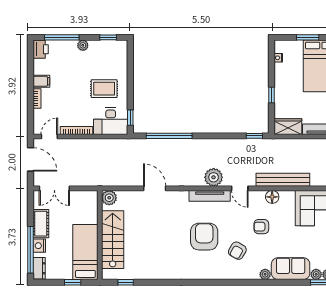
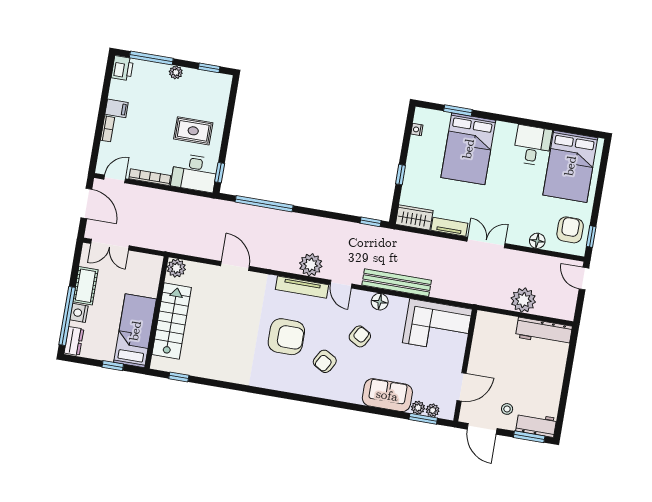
armchair: (261, 227) -> (360, 336), turned 120
armchair: (204, 237) -> (286, 337), turned 90
plant: (265, 274) -> (354, 397), removed

